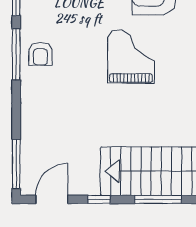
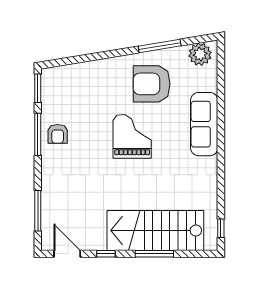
window: (16, 164) -> (38, 211), moved
door: (52, 199) -> (67, 254), hinge flipped

